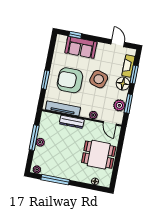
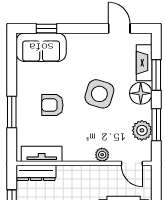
sofa: (81, 47) -> (41, 47), moved
armchair: (70, 80) -> (52, 105), width x0.53, depth x0.53
tv unit: (63, 108) -> (42, 154), width x0.71
dresser: (72, 122) -> (36, 173), moved

